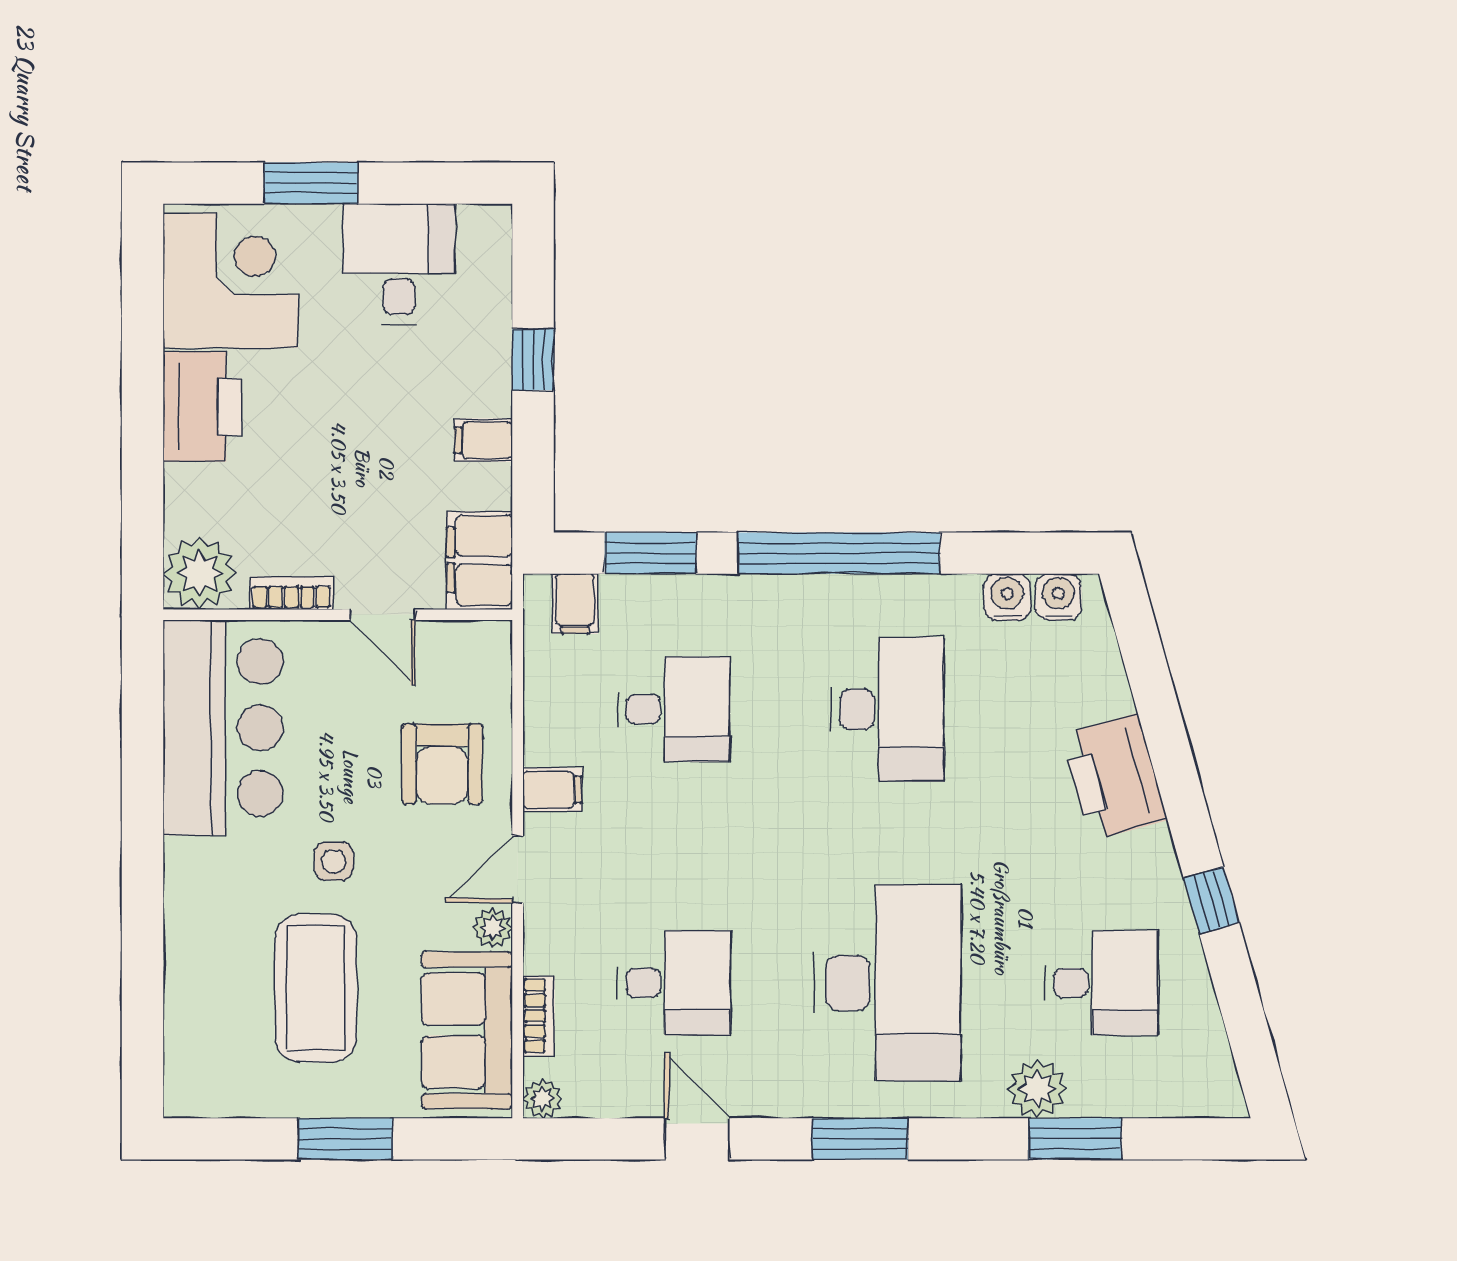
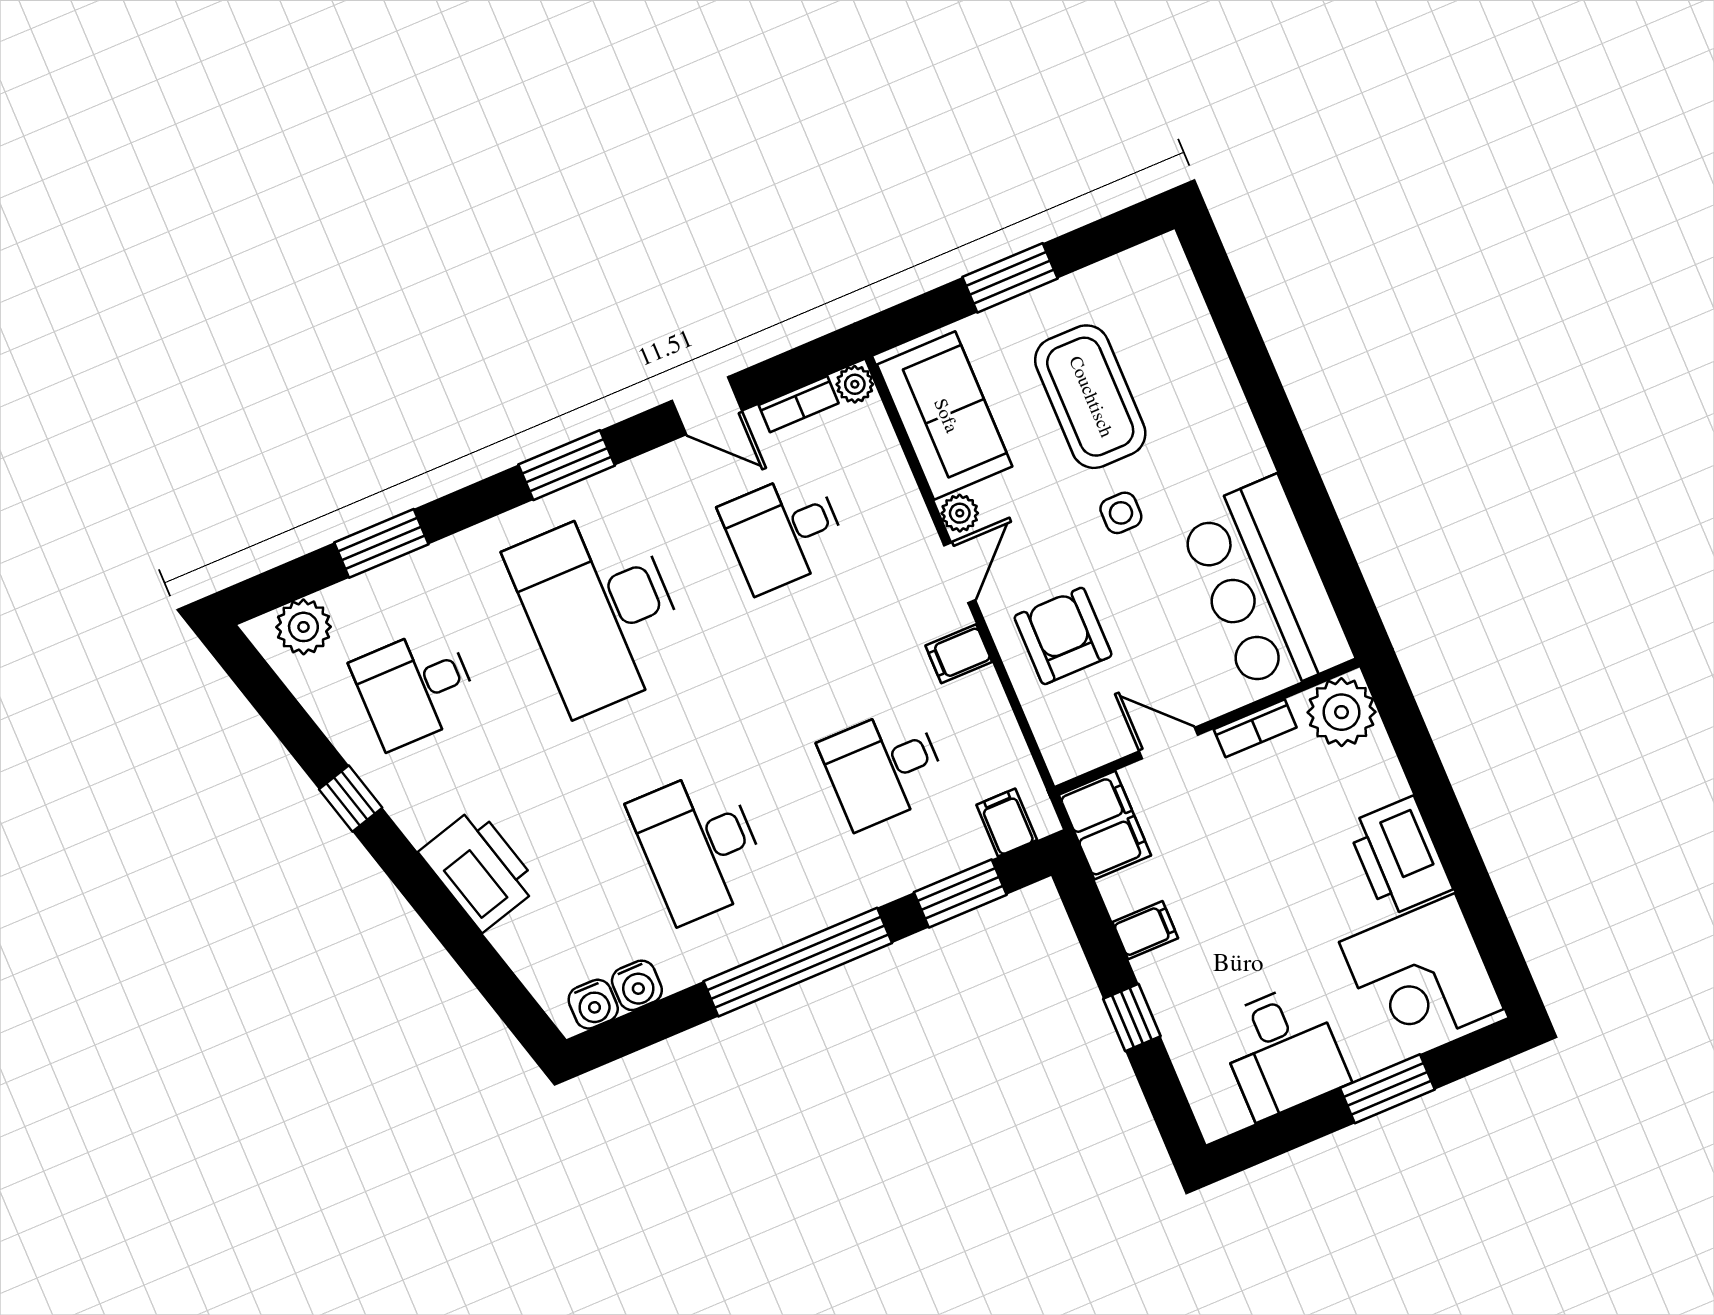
bookcase: (539, 1016) -> (799, 404), moved, turned -90
plant: (1037, 1089) -> (303, 627), moved

